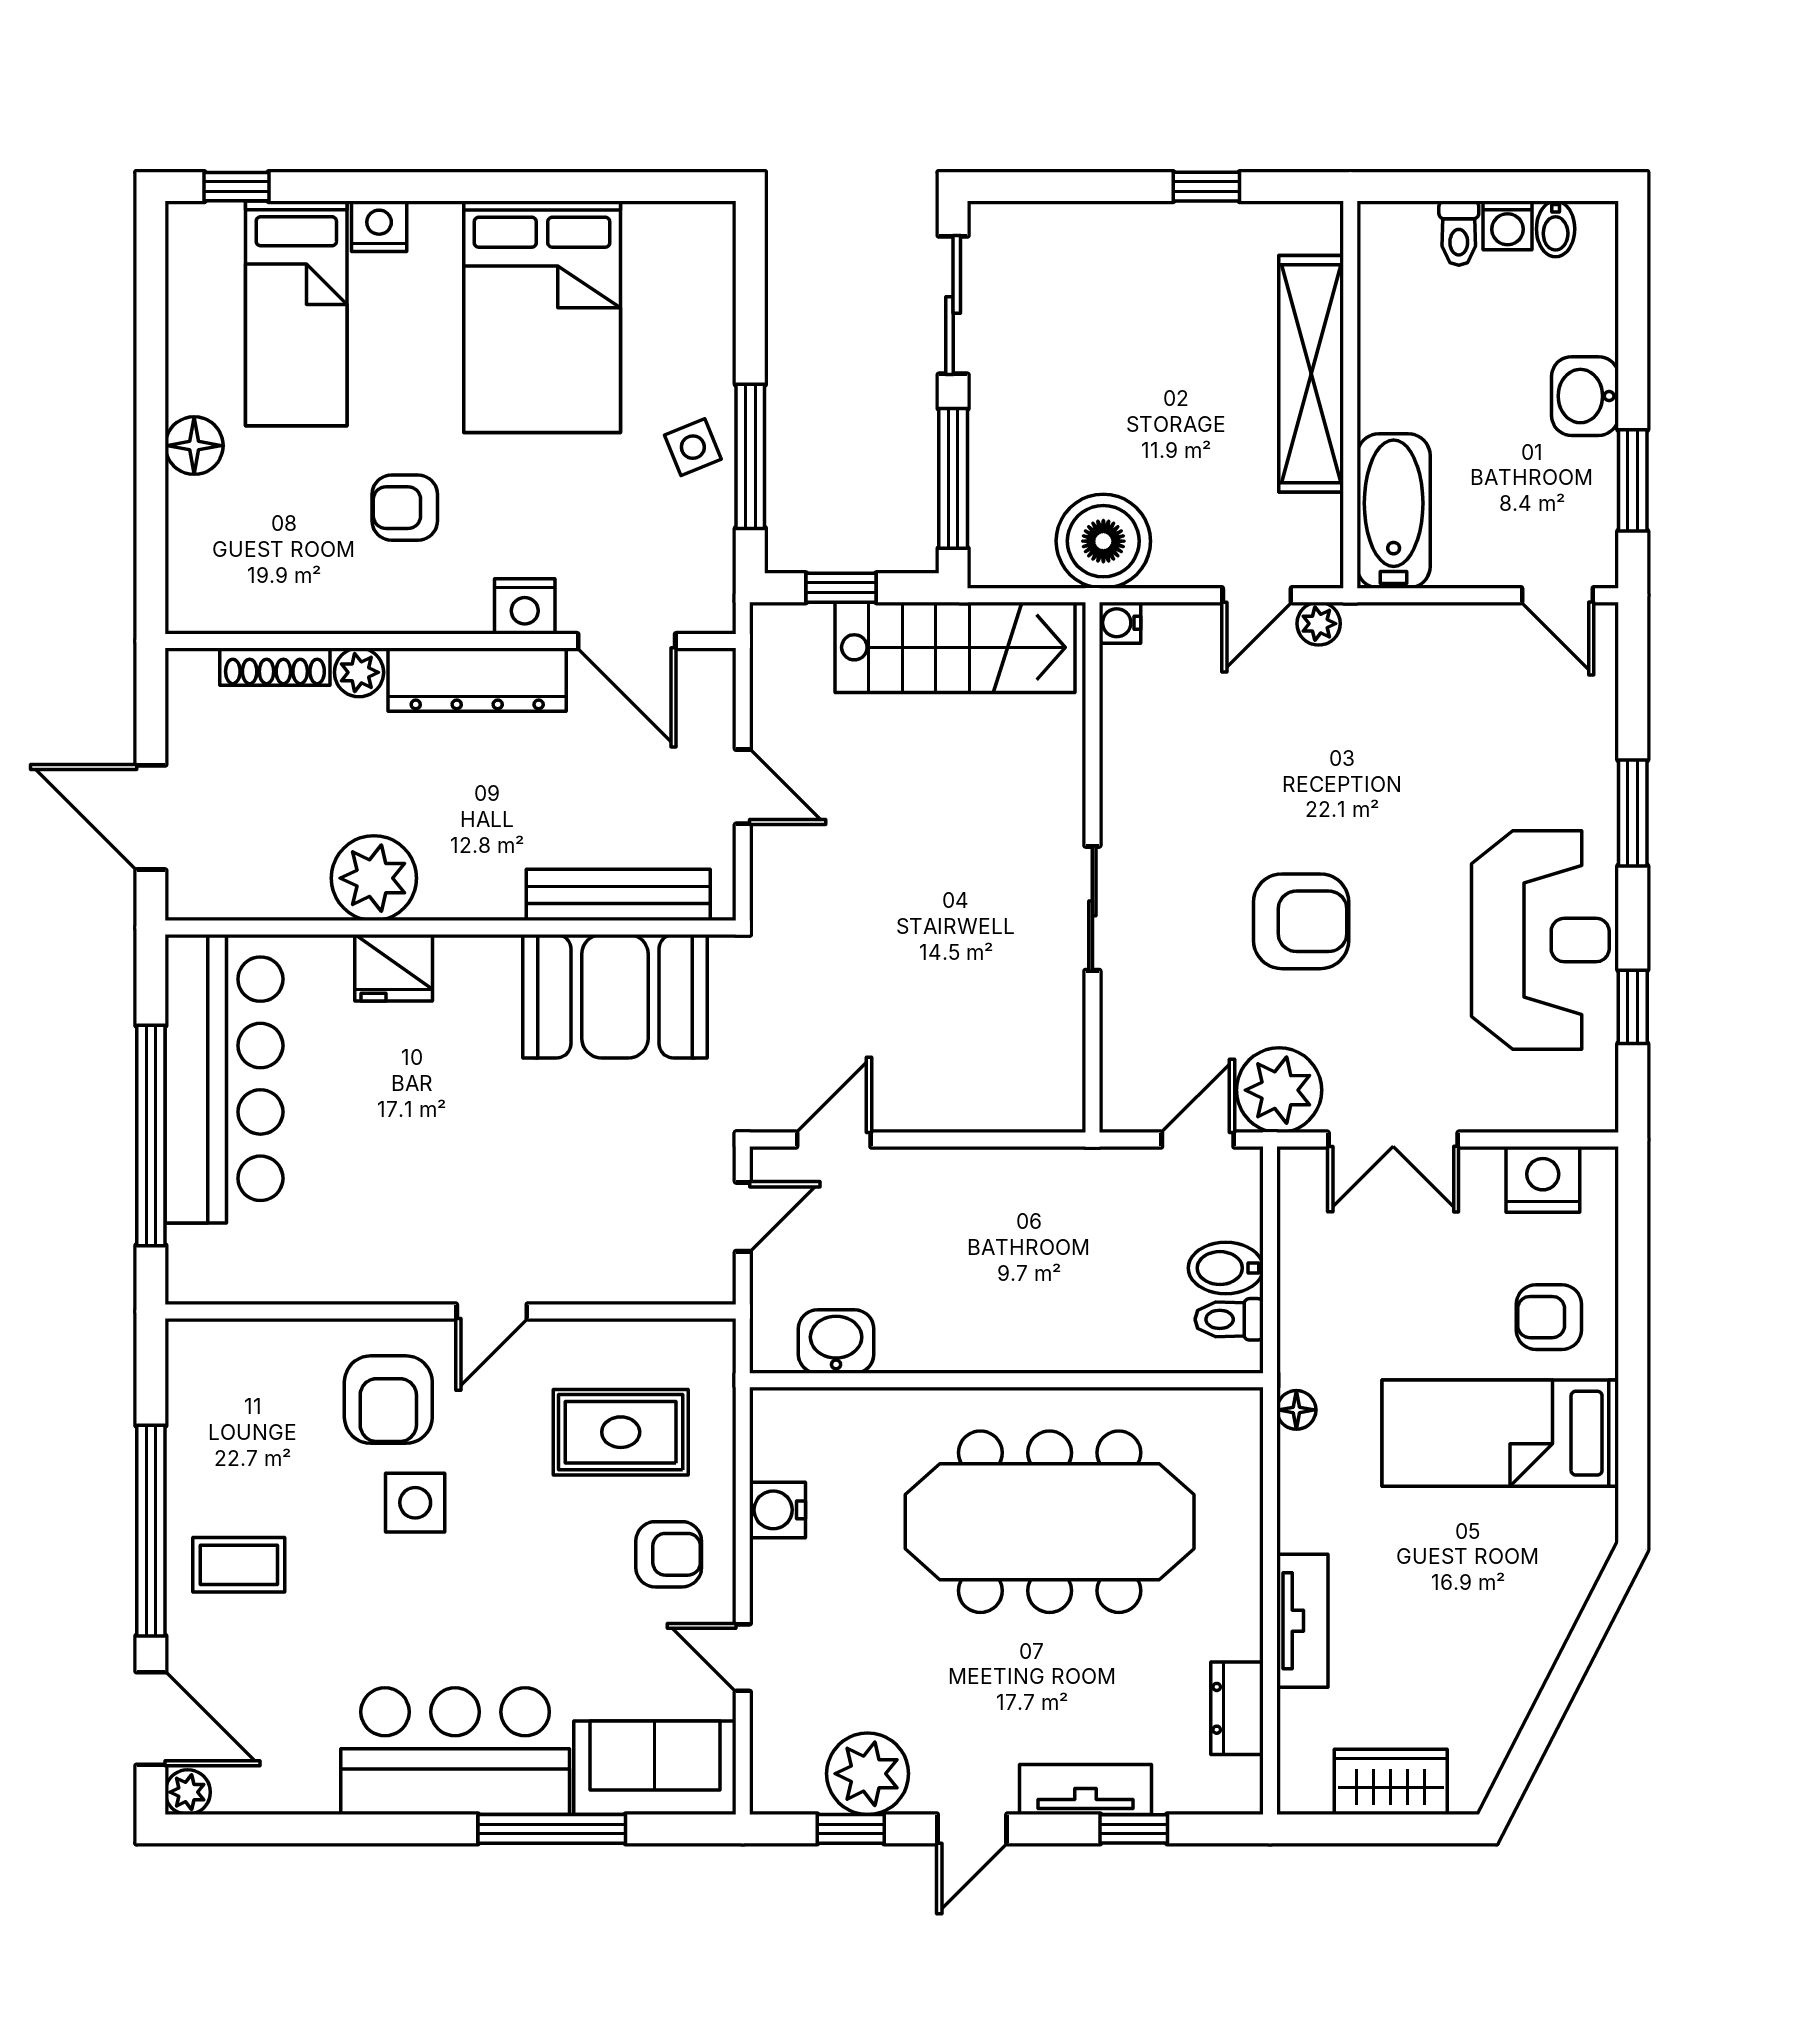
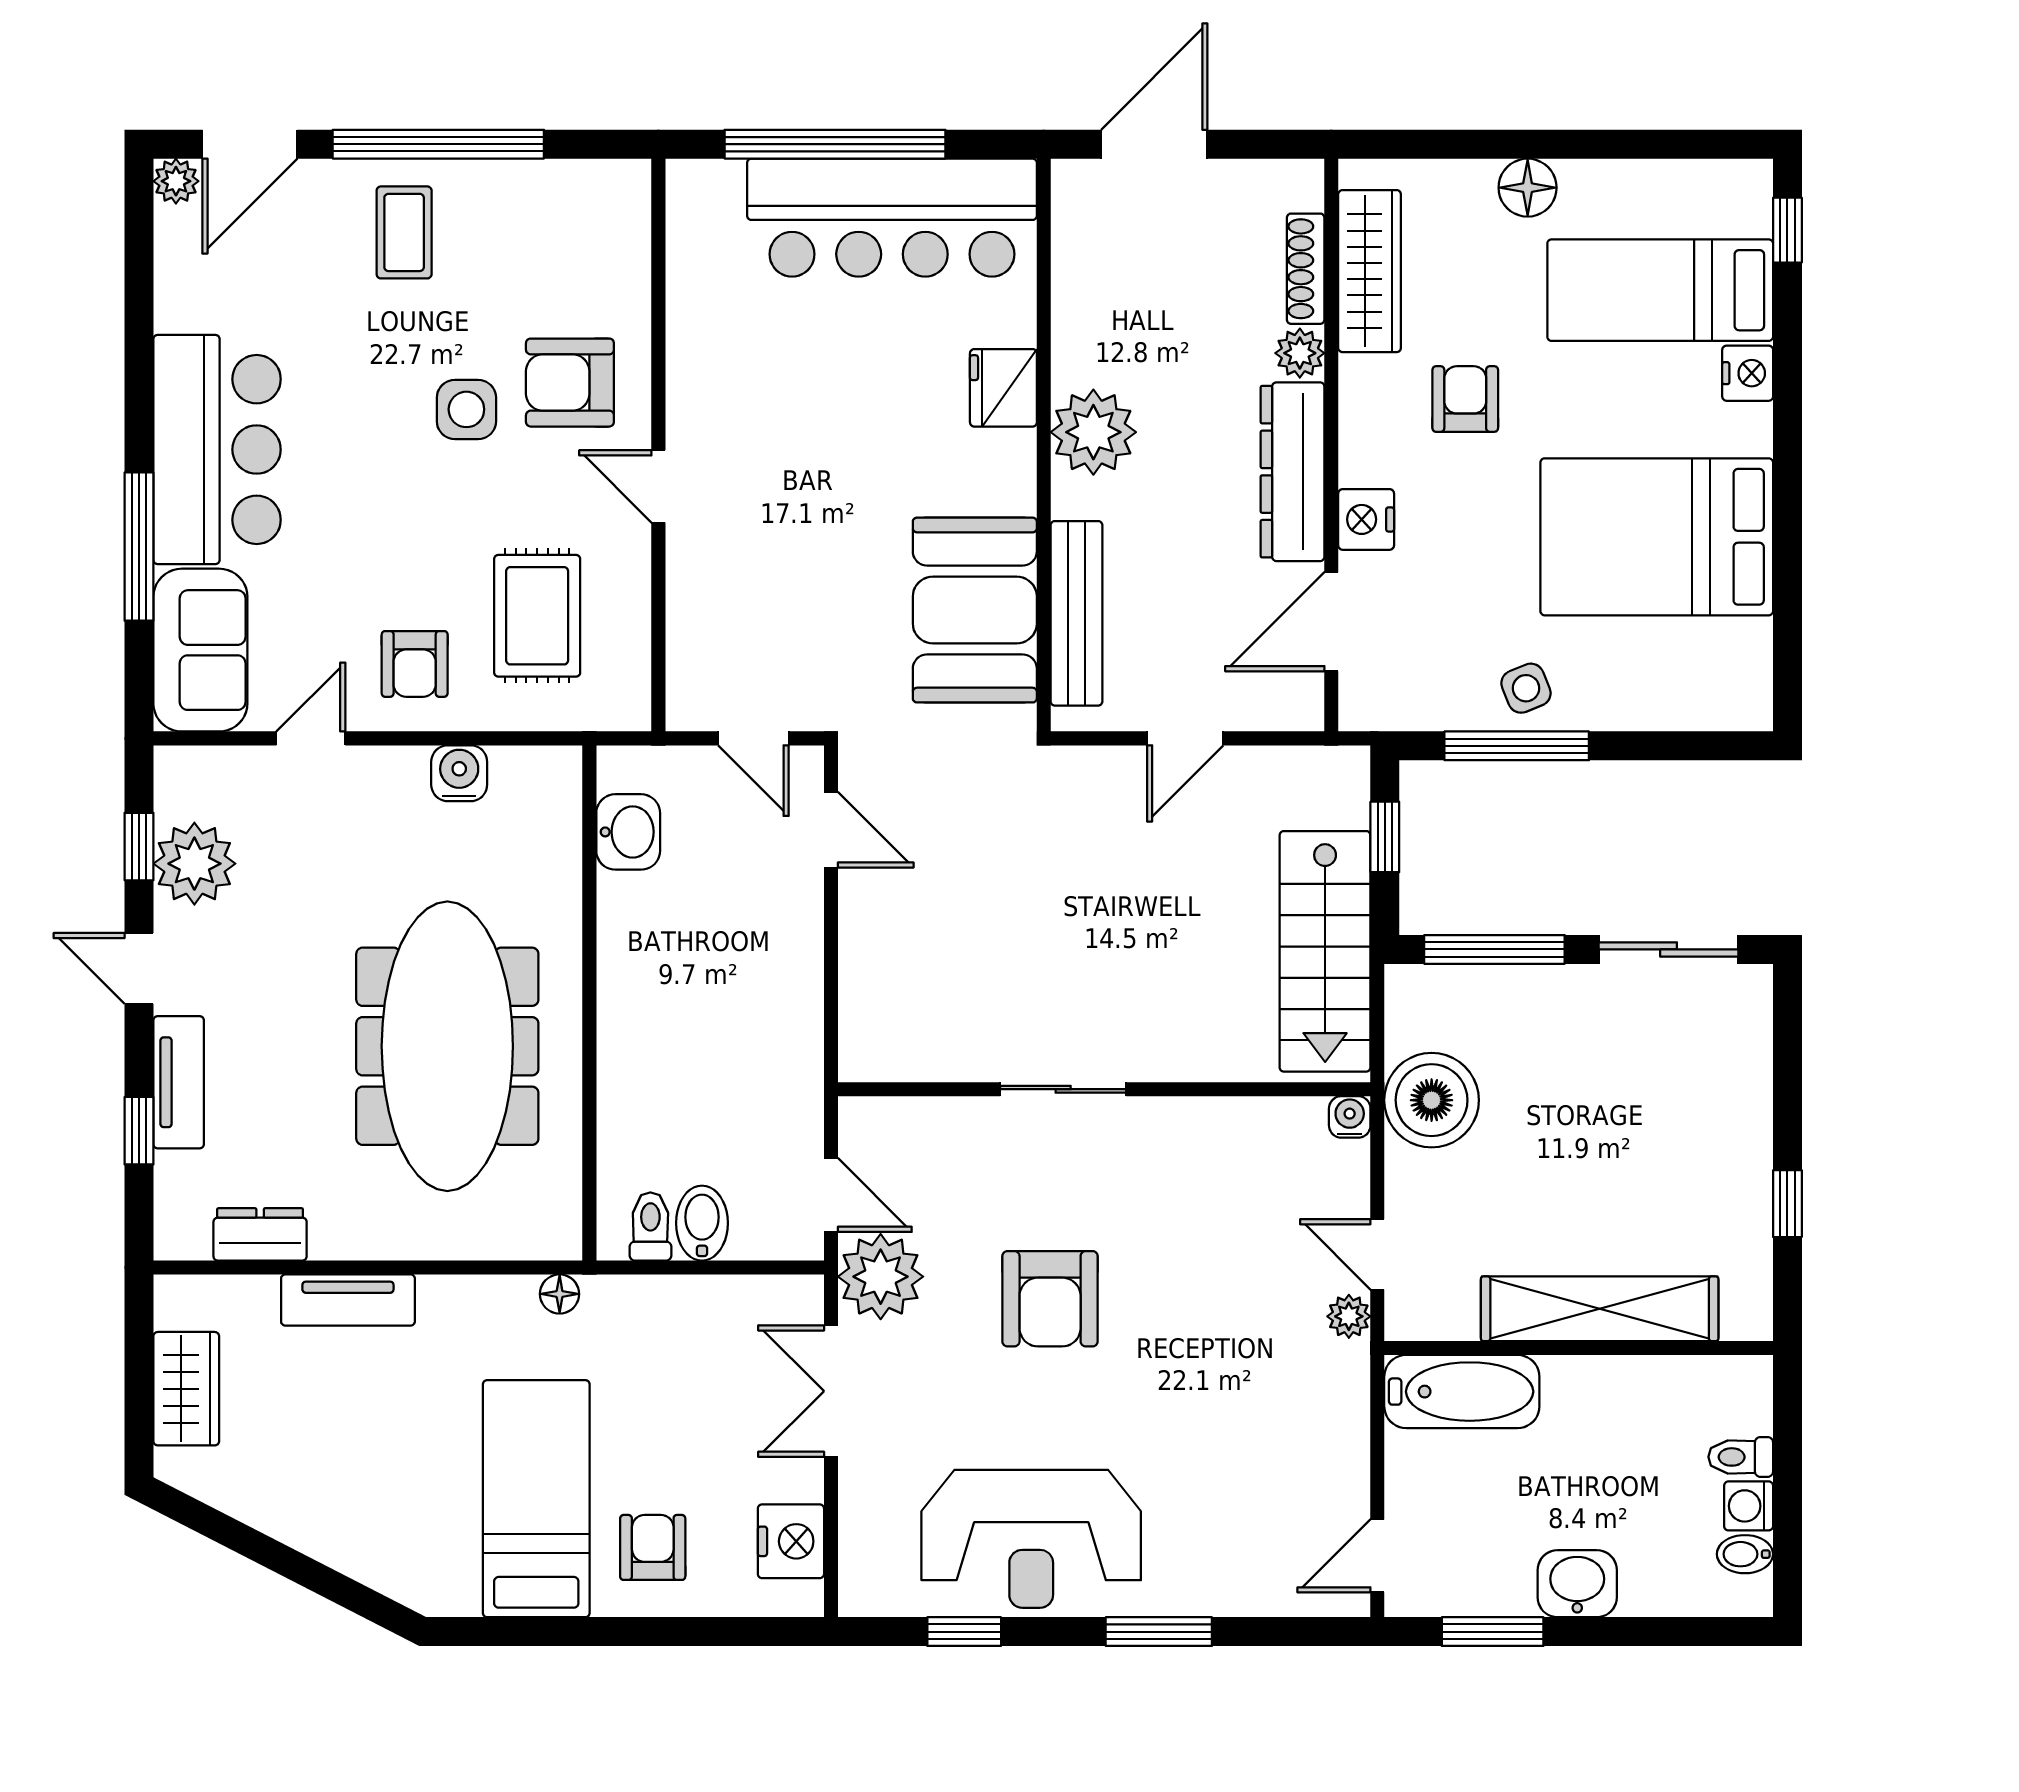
wardrobe: (277, 603) -> (1370, 271), added
plant: (374, 878) -> (1093, 432), moved

